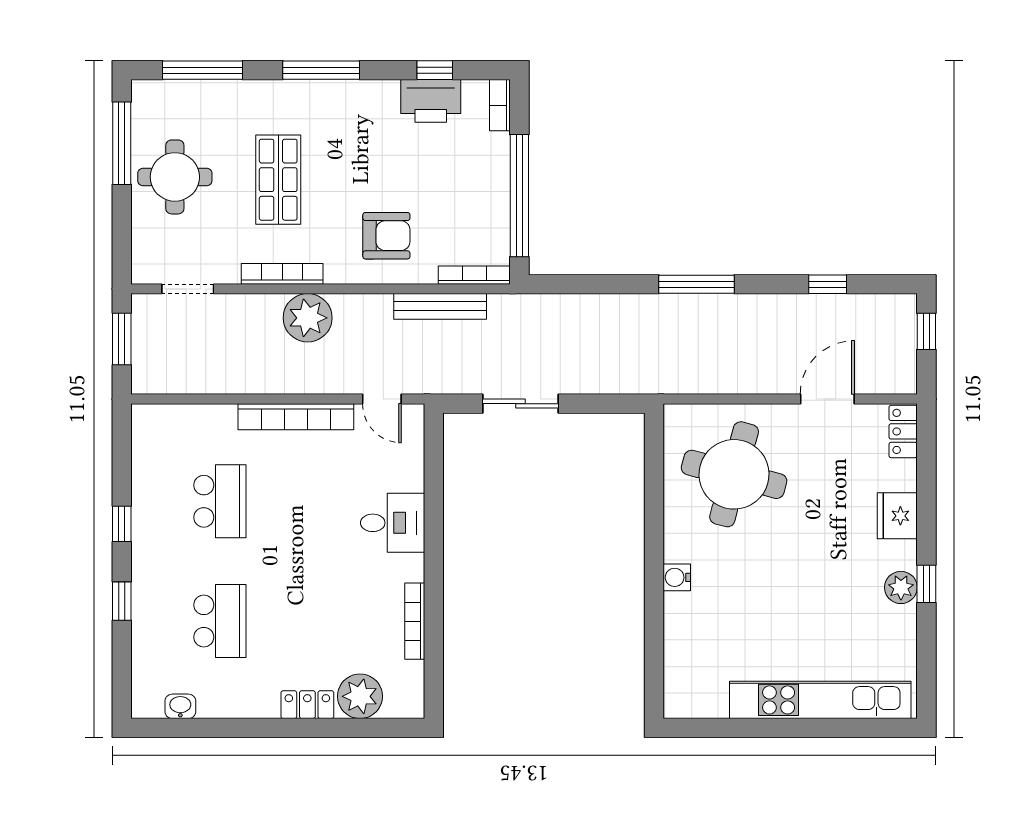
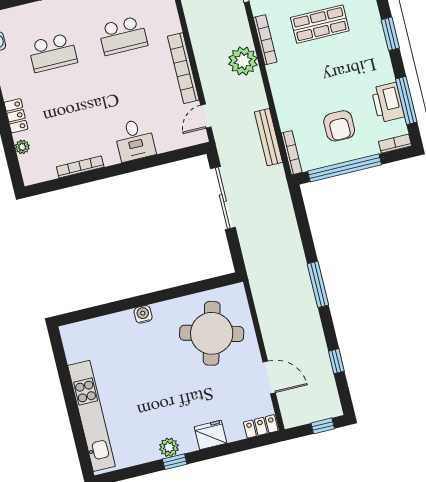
window: (321, 70) -> (390, 34), width x0.69
window: (435, 70) -> (406, 101), width x2.17
armchair: (386, 236) -> (339, 126), moved
sliding door: (520, 404) -> (223, 198), width x1.37
plant: (360, 696) -> (22, 147), width x0.53, depth x0.53

